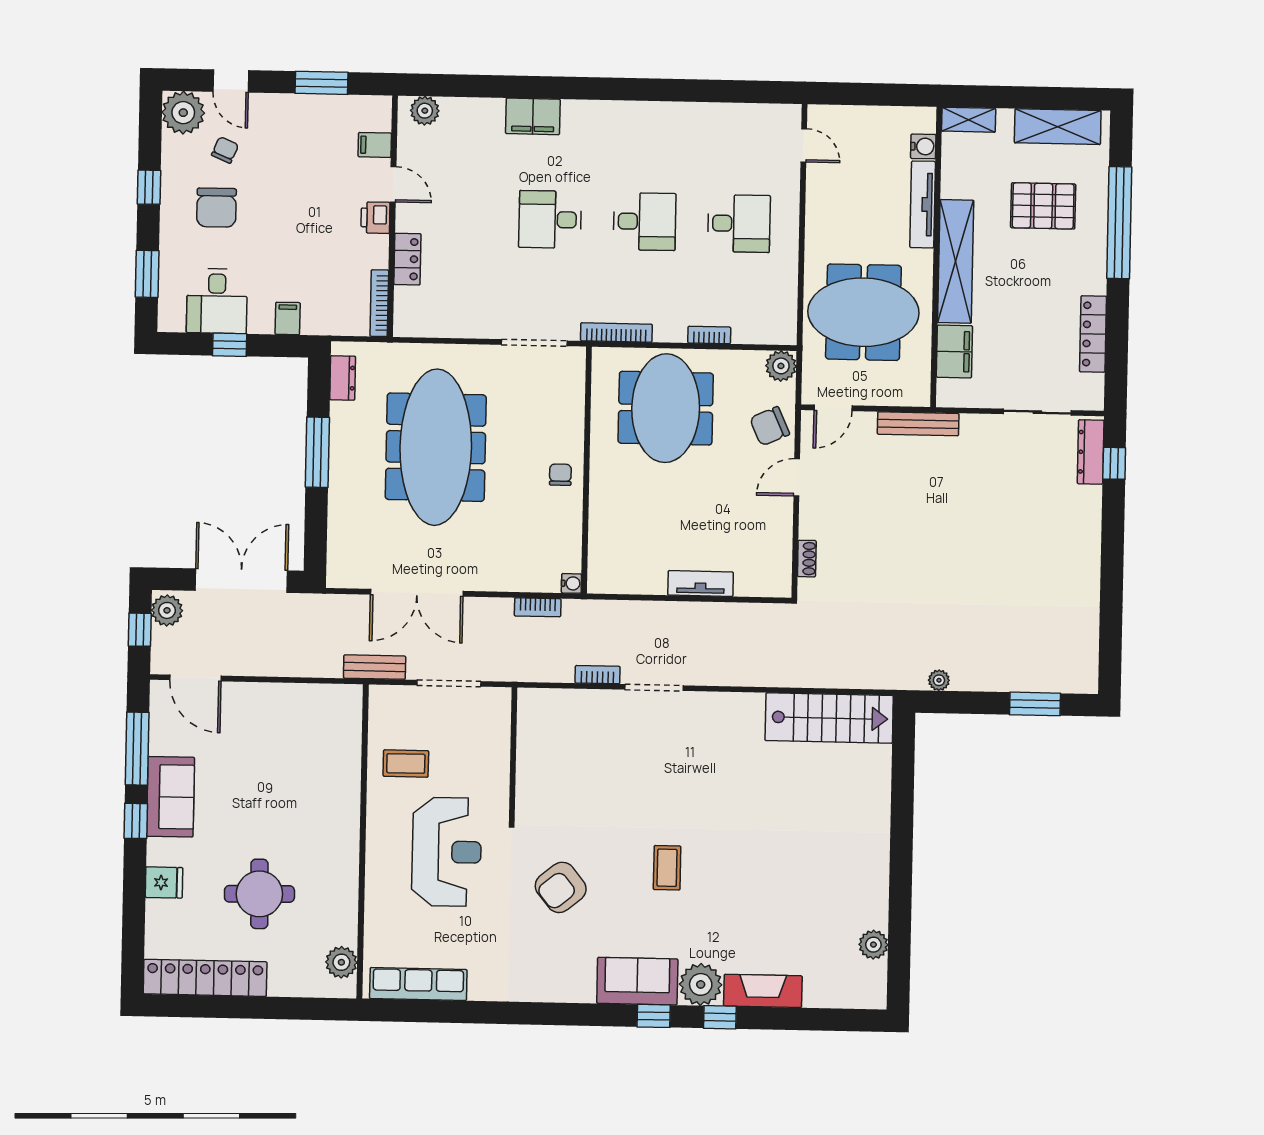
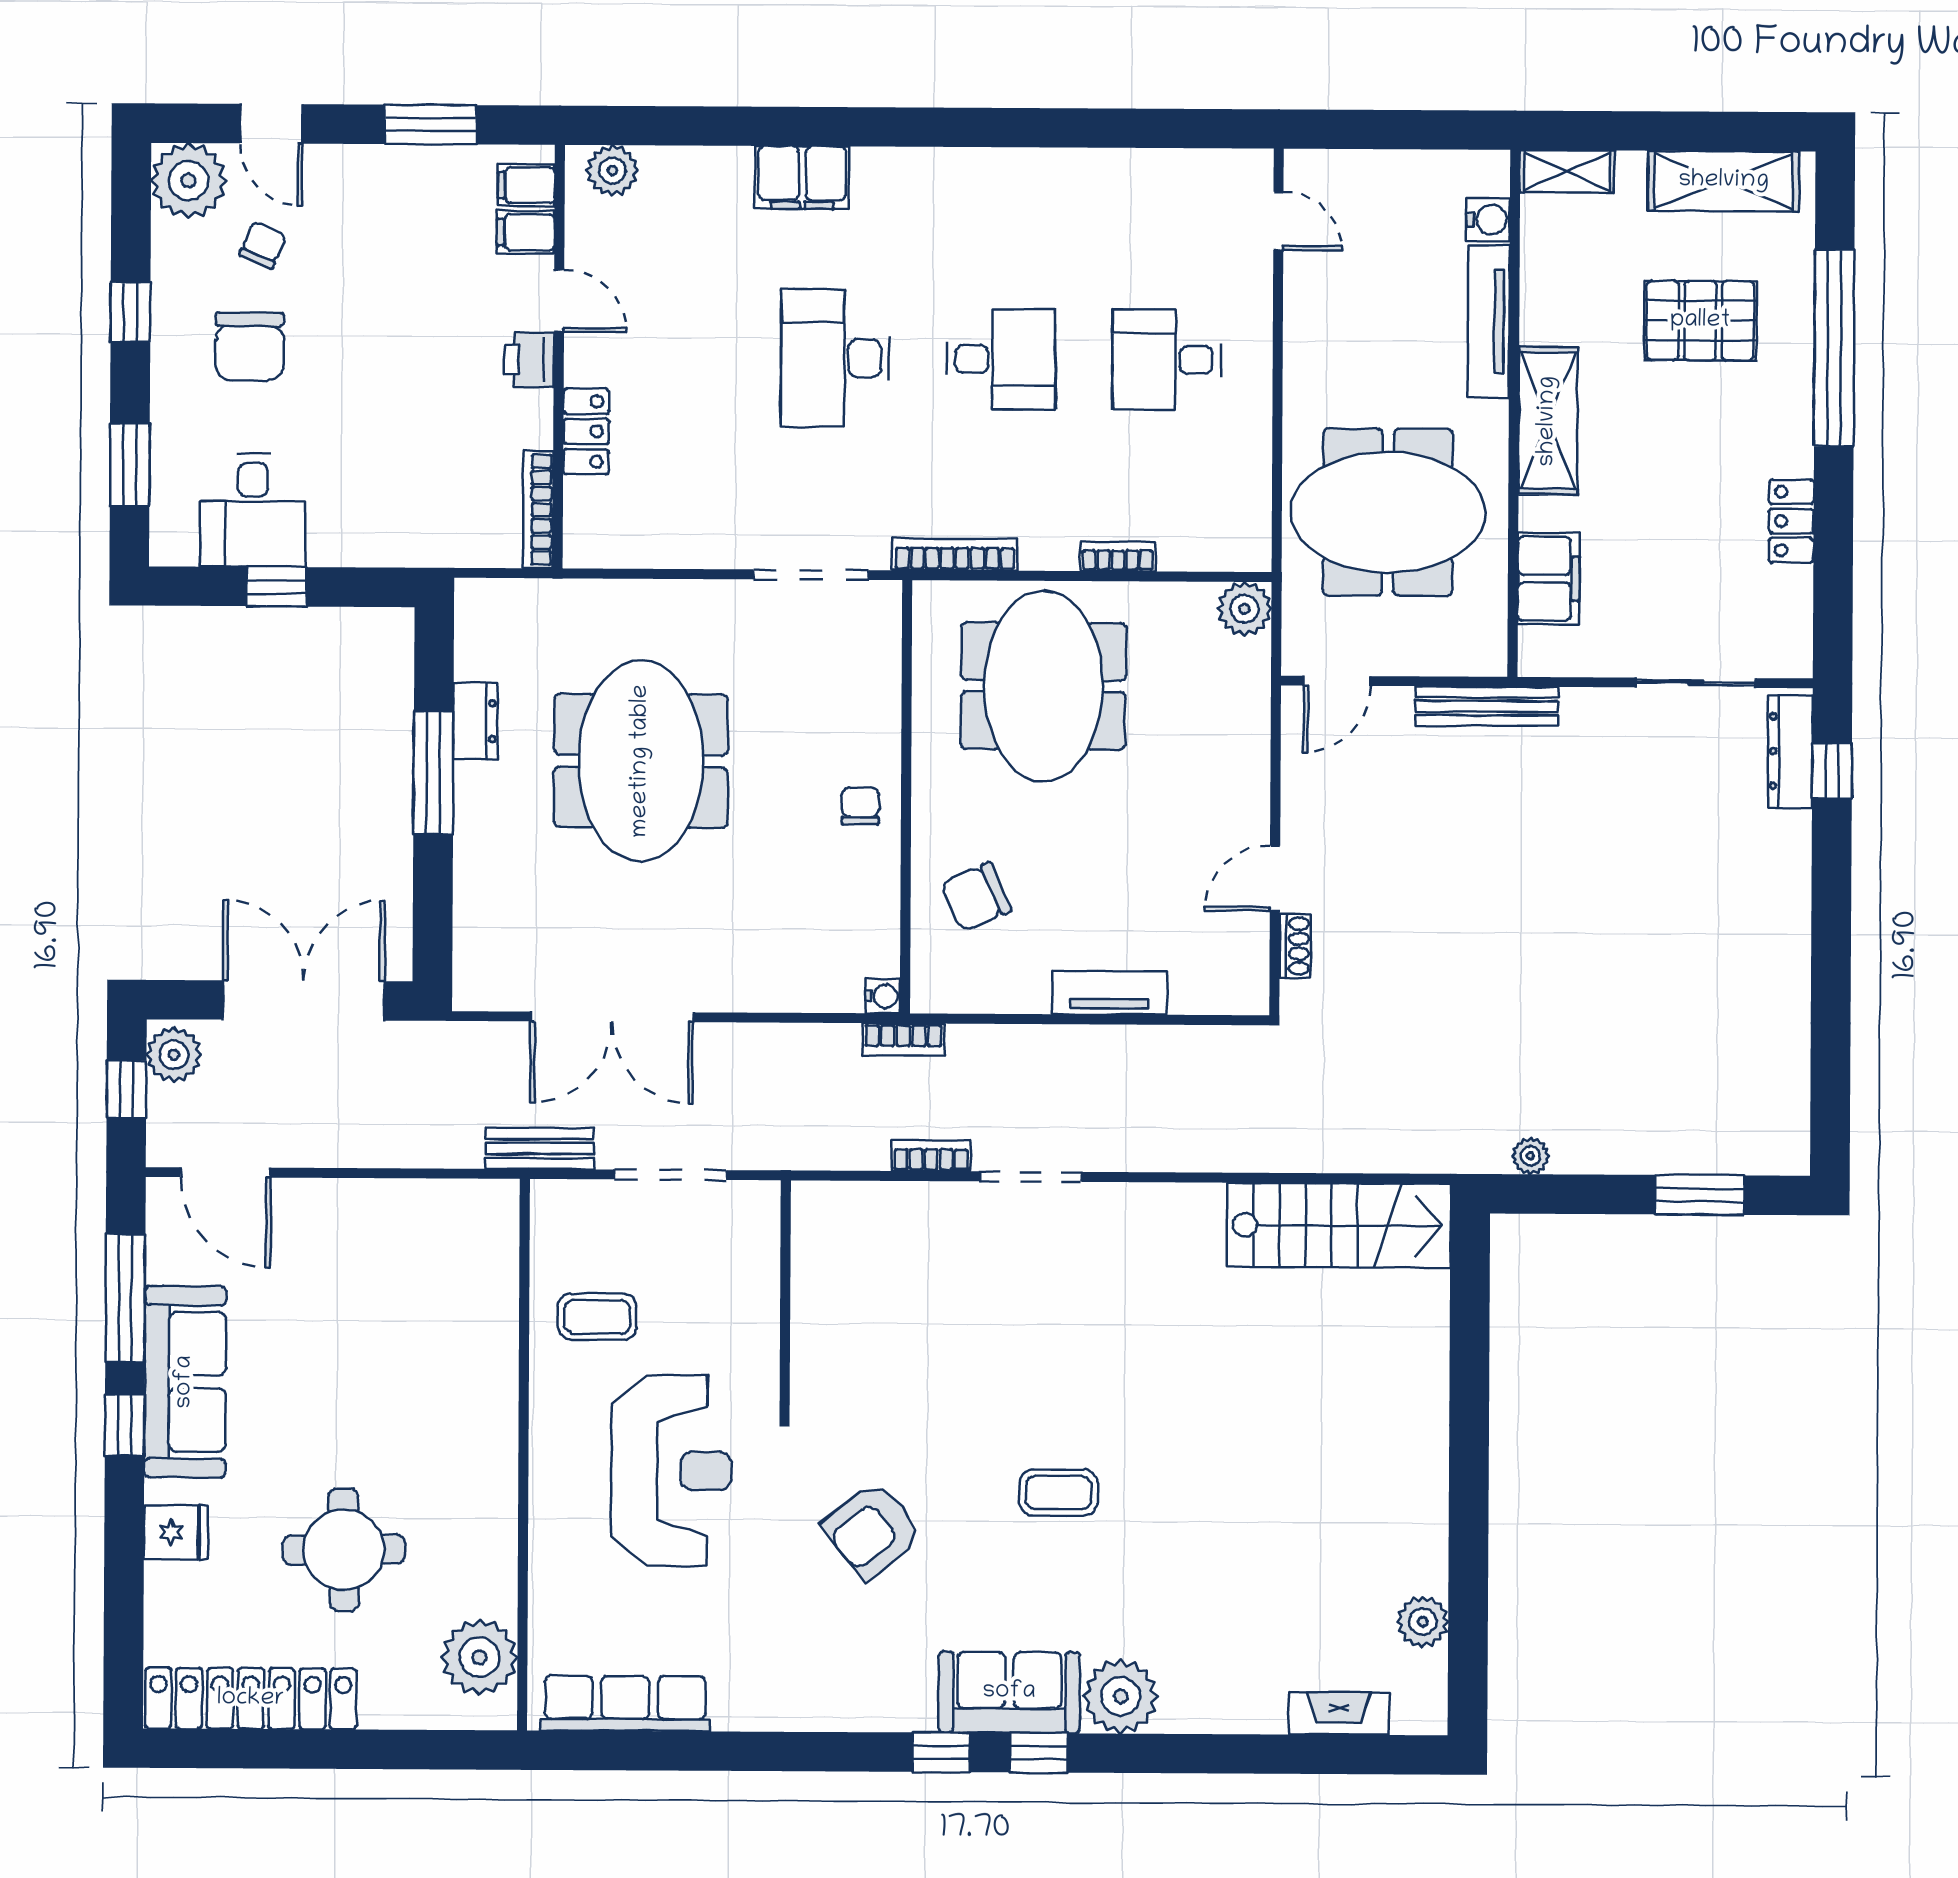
desk: (550, 220) -> (835, 358), width x1.37
desk: (739, 223) -> (1167, 360), turned 180
shelving: (956, 261) -> (1548, 421), width x0.68
filing cabinet: (288, 318) -> (526, 185), moved, turned -90
locker: (1093, 334) -> (1791, 521), width x0.66
dresser: (343, 378) -> (475, 721), moved
chair: (770, 426) -> (976, 897), moved
meeting table: (436, 447) -> (641, 761), width x0.73
door: (797, 477) -> (1275, 878), moved
bookcase: (538, 607) -> (903, 1039), moved
sofa: (171, 797) -> (185, 1382), width x1.36
coffee table: (667, 868) -> (1058, 1493), turned 90
plant: (341, 962) -> (480, 1657), width x1.36, depth x1.36
fireplace: (763, 991) -> (1339, 1713), moved, width x0.73, depth x0.76
window: (720, 1017) -> (941, 1752), moved

